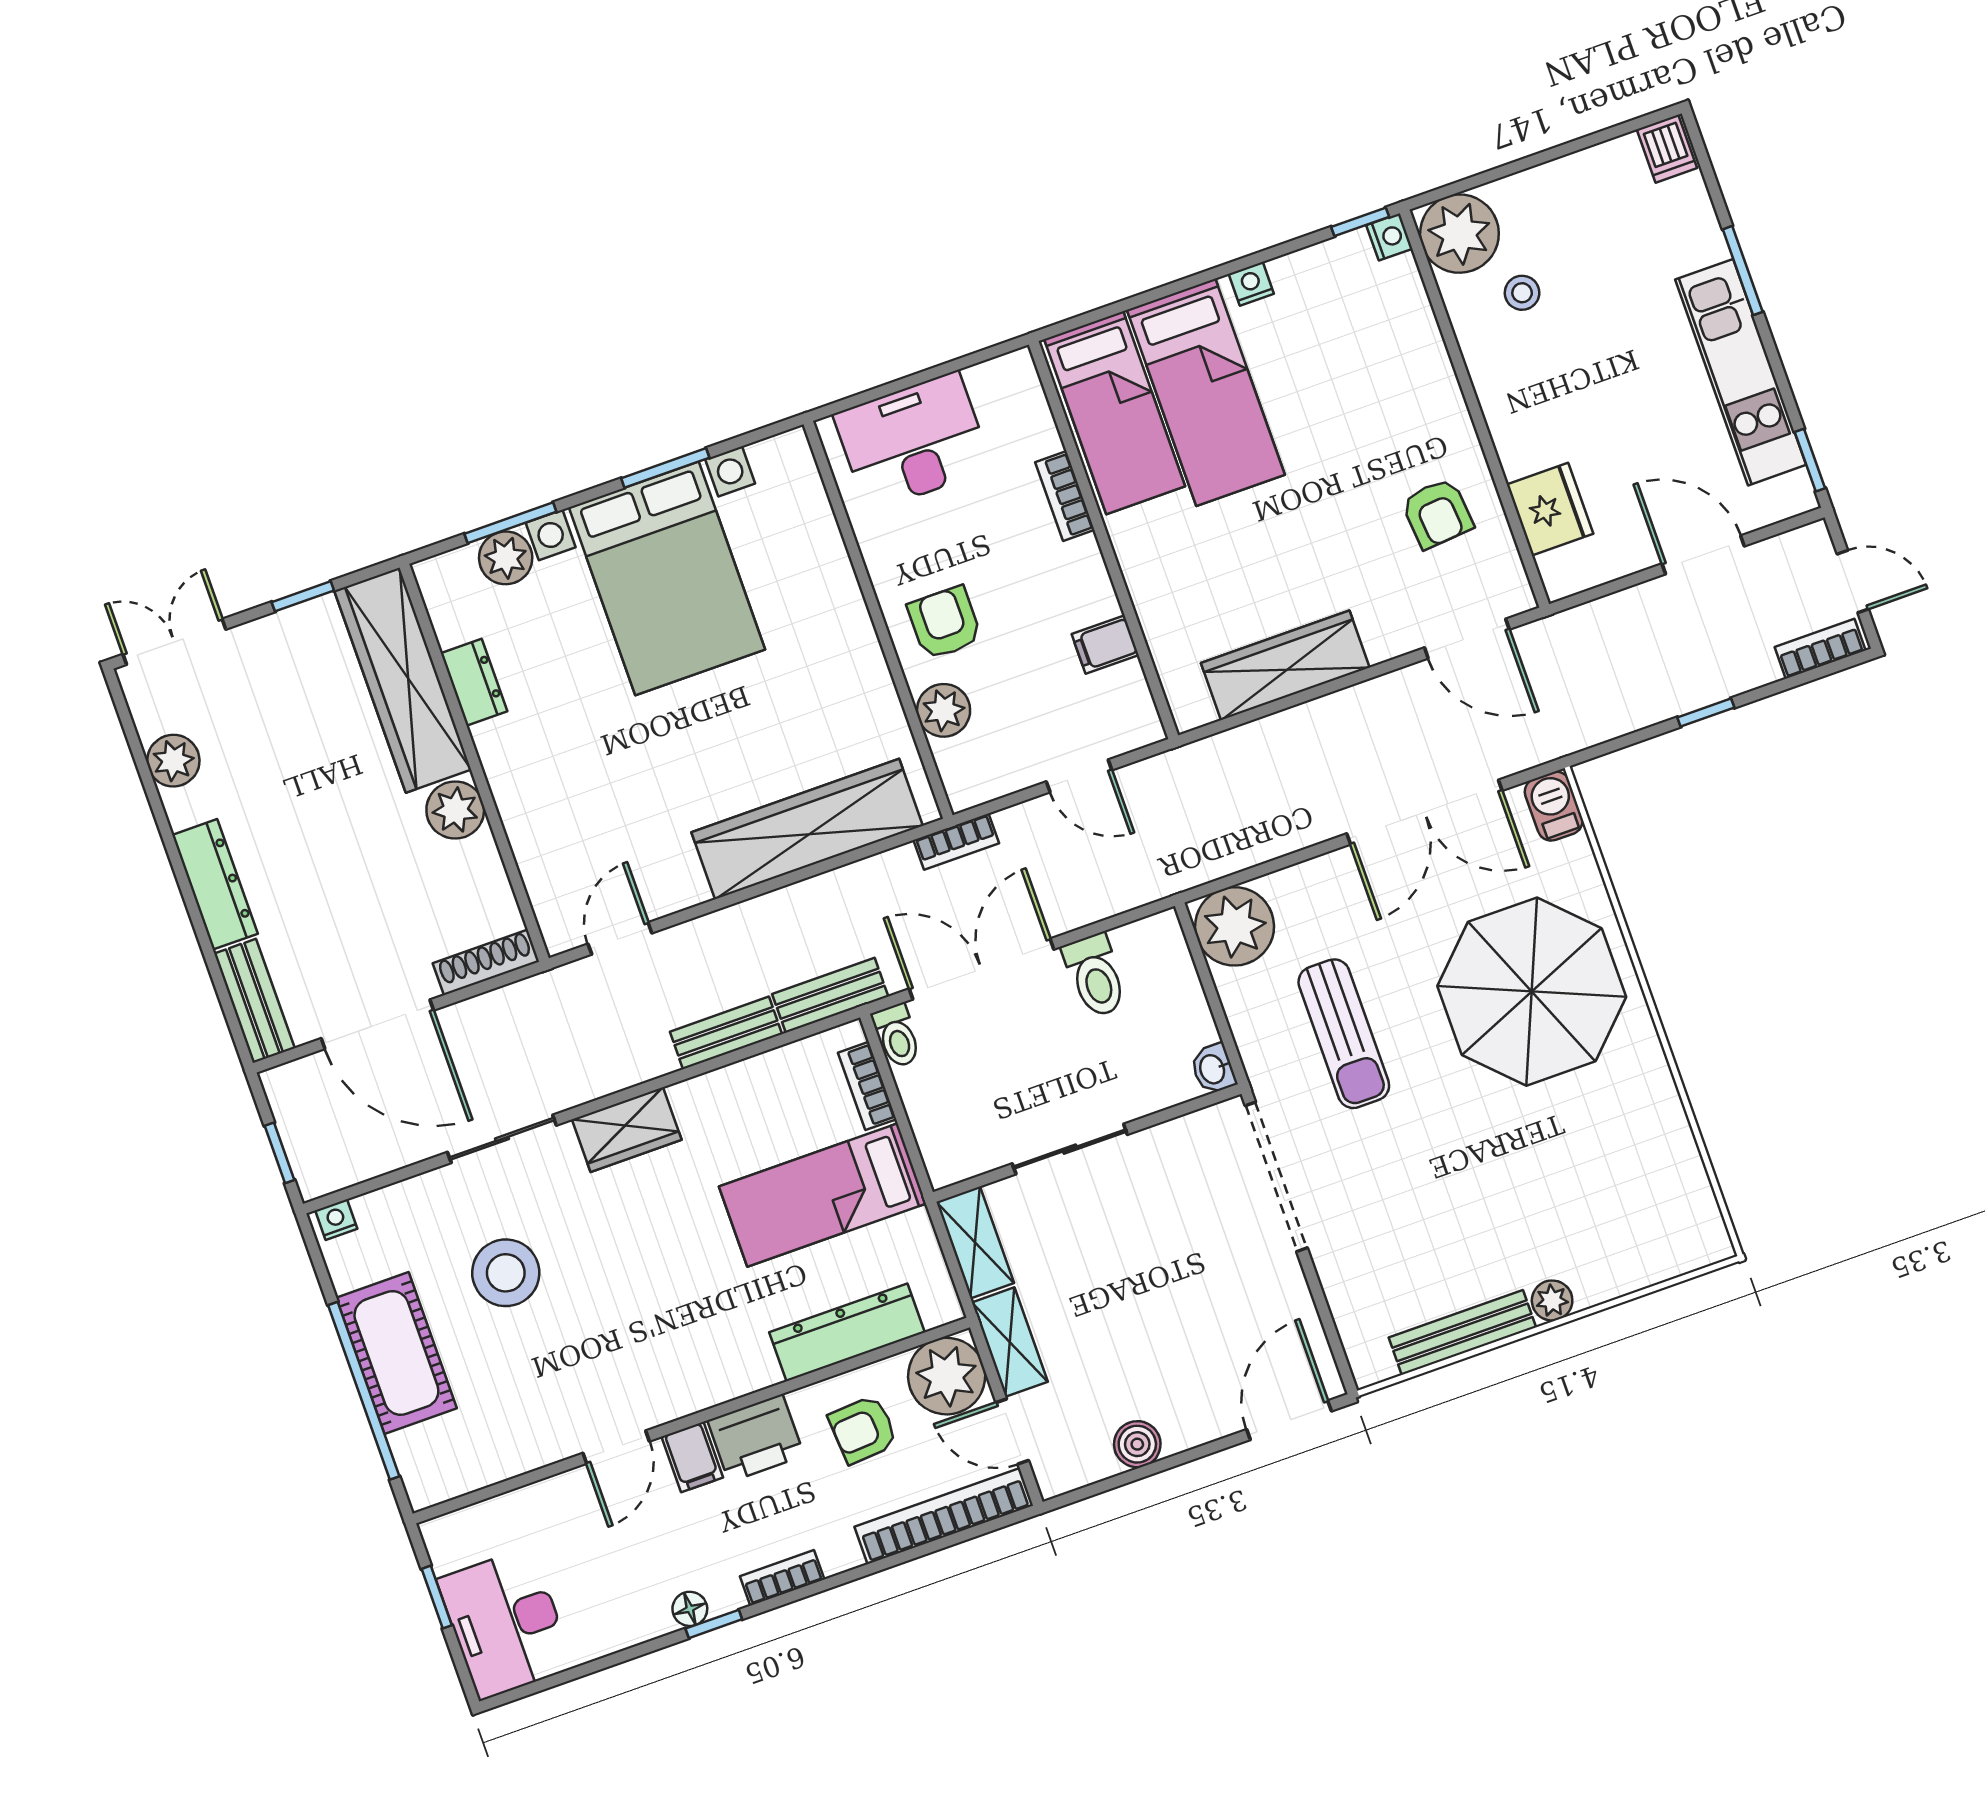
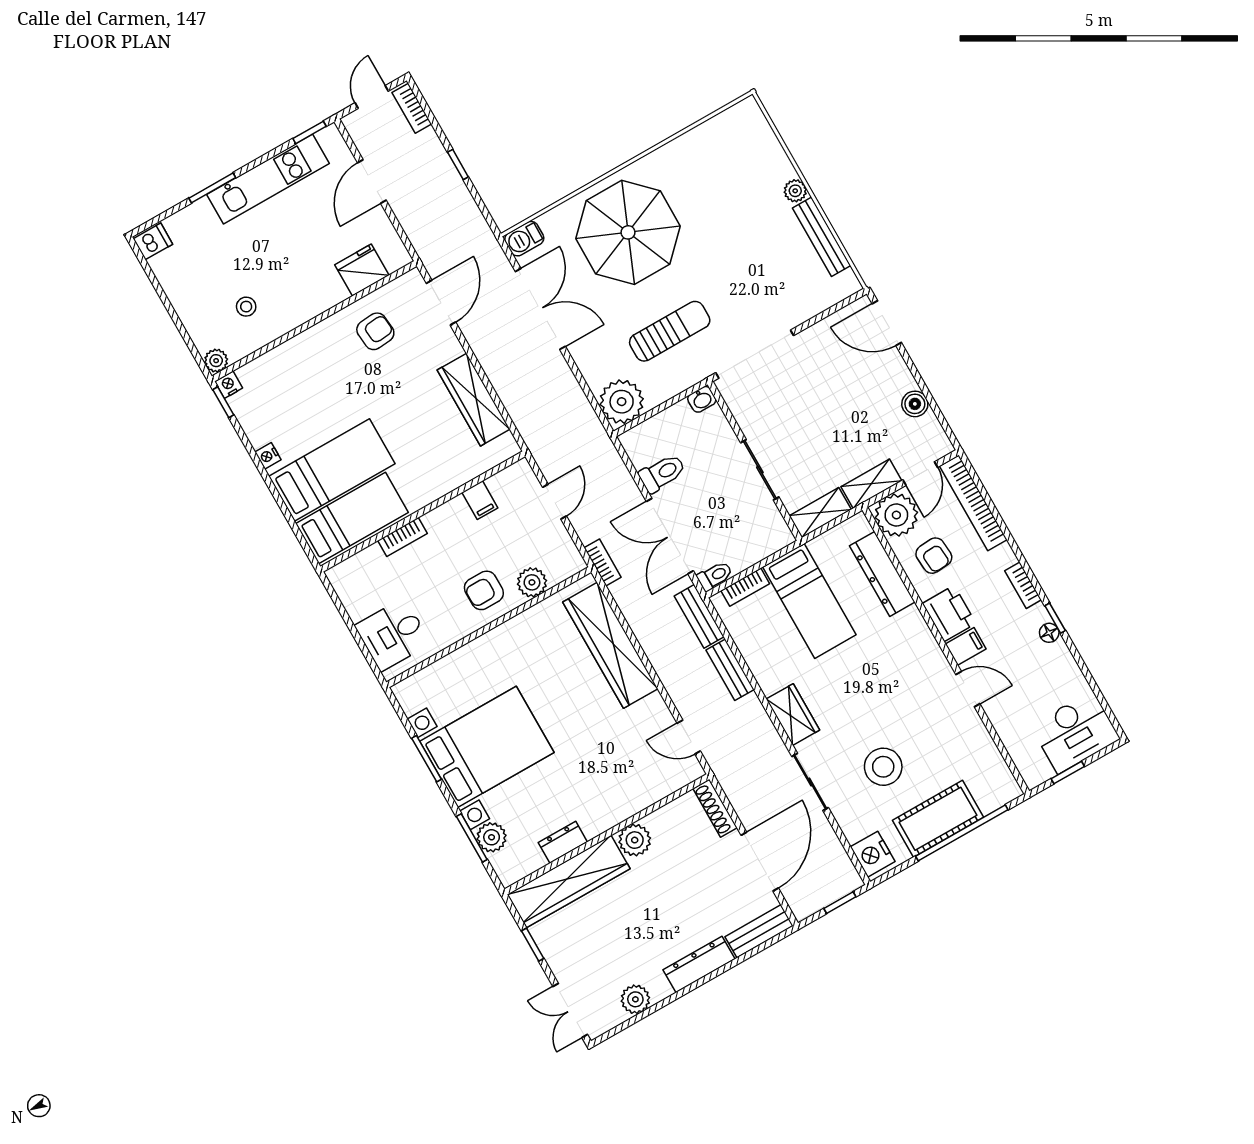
plant: (1459, 234) -> (216, 361), width x0.53, depth x0.53
desk: (913, 442) -> (393, 634), width x0.73
nightstand: (336, 1220) -> (873, 854), width x1.89, depth x1.79

